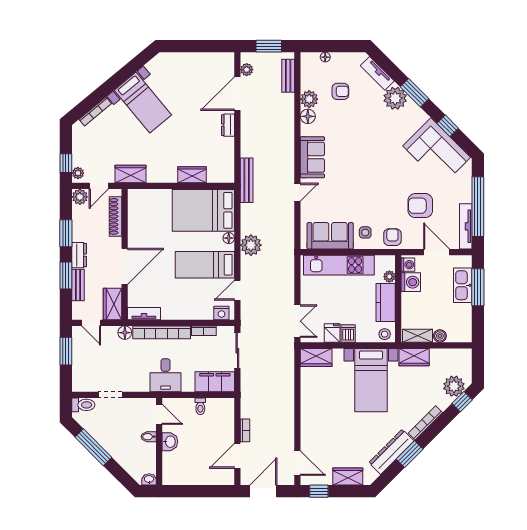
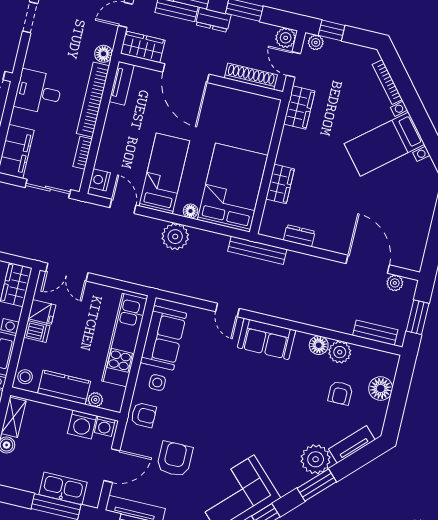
floor lamp: (325, 57) -> (381, 388), width x1.89, depth x1.89
dresser: (228, 125) -> (299, 236), moved

